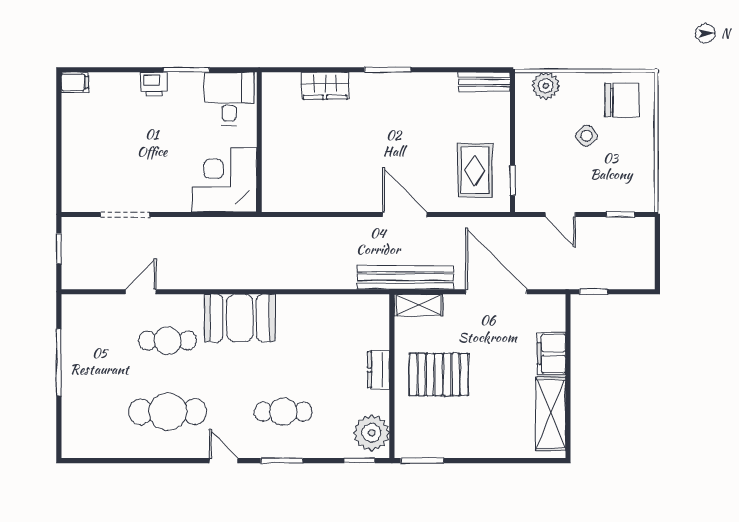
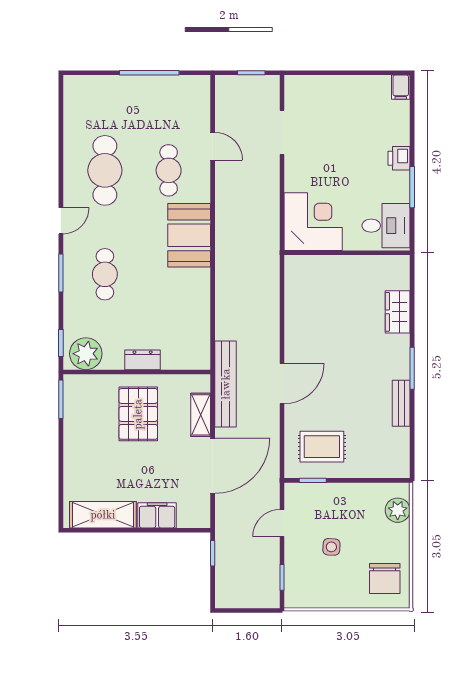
bench: (484, 82) -> (401, 403), moved
side table: (587, 136) -> (331, 547), moved, turned 45
shelving: (419, 305) -> (201, 415), moved

